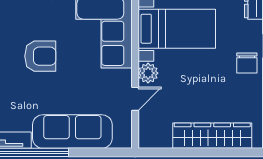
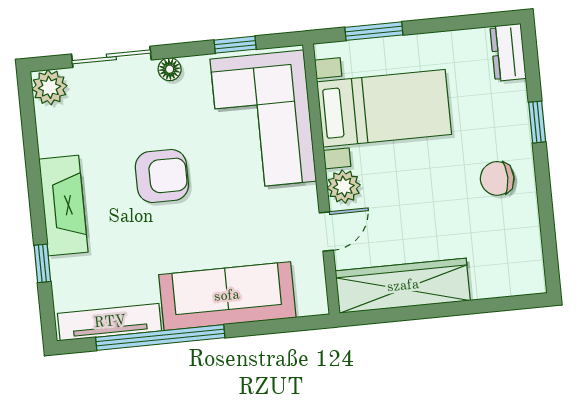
chair: (247, 63) -> (497, 178), moved, turned 90
wardrobe: (212, 136) -> (403, 286), moved

